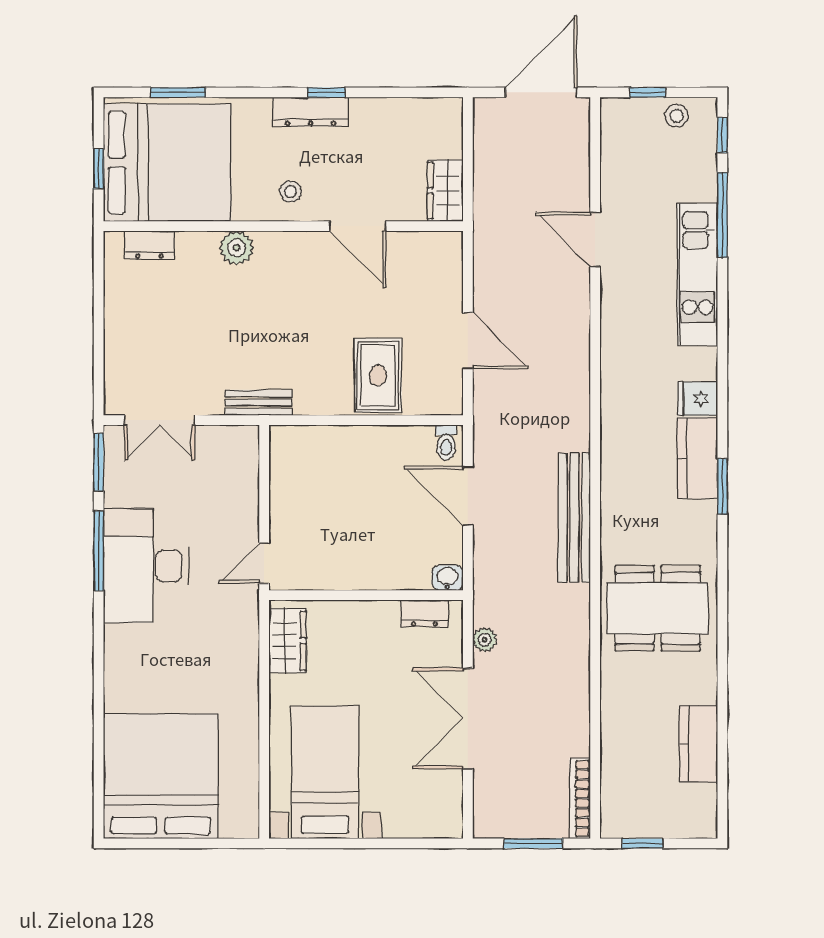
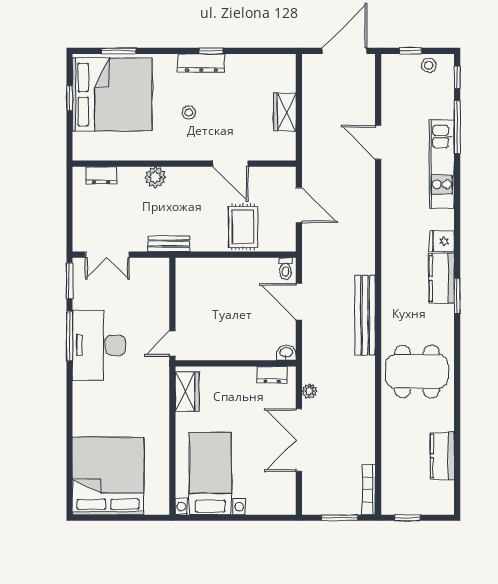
wall: (283, 226) -> (184, 164), moved
door: (357, 226) -> (230, 164), moved
dresser: (149, 245) -> (101, 175), moved
plant: (237, 248) -> (155, 177), moved

